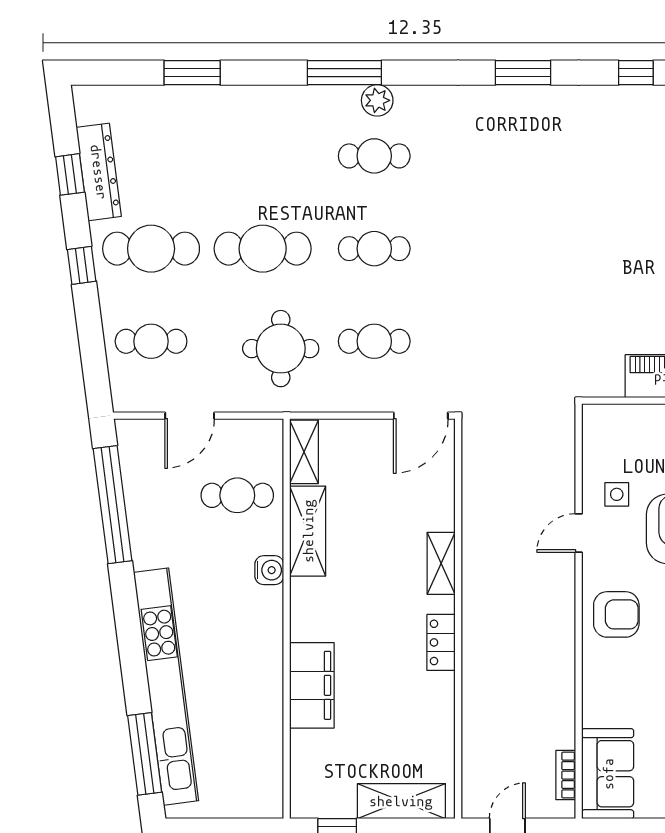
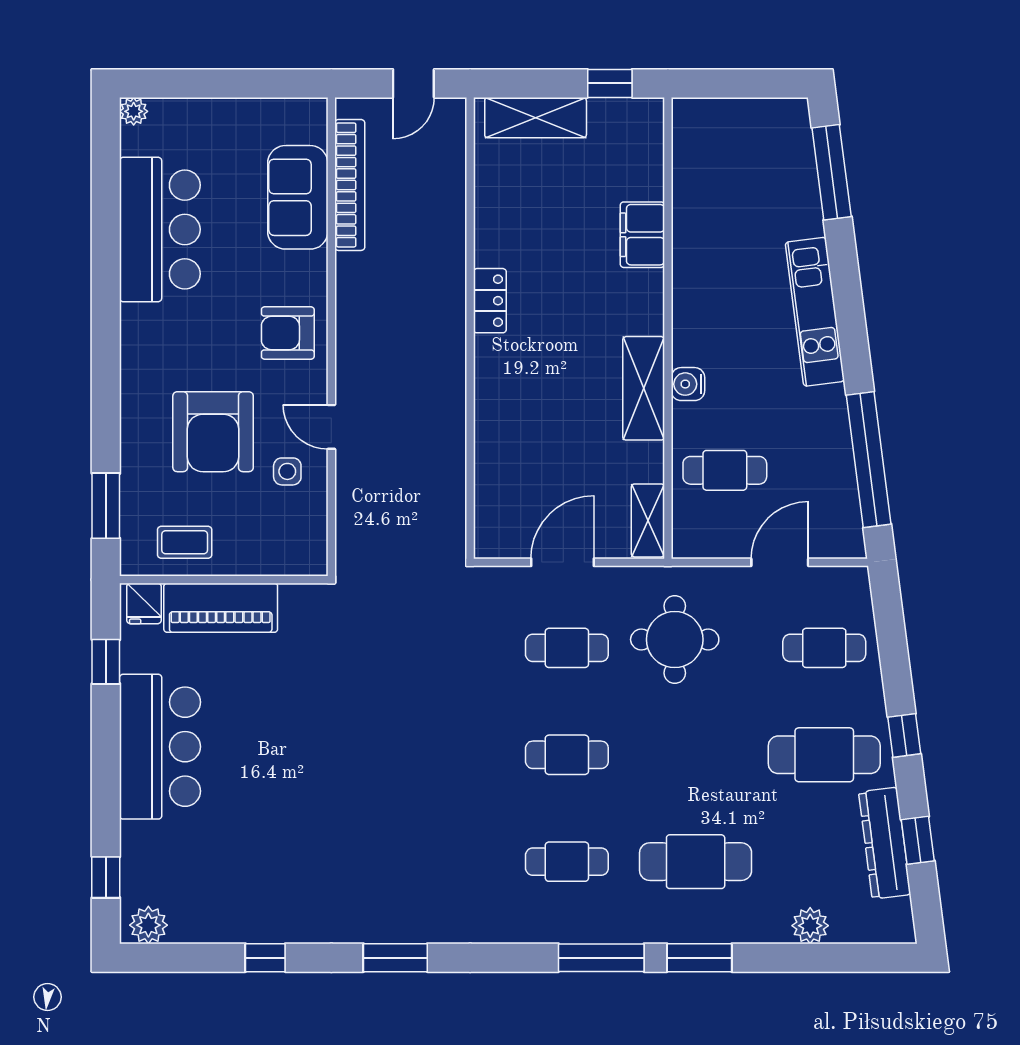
window: (192, 73) -> (699, 958), moved
plant: (377, 100) -> (810, 926), moved
cafe table: (263, 249) -> (696, 862), moved
door: (421, 416) -> (562, 562), moved
shelving: (308, 531) -> (644, 388), moved
door: (579, 533) -> (331, 427), swing flipped
shelving: (441, 563) -> (490, 392), removed
filing cabinet: (312, 685) -> (642, 235), width x0.67, depth x0.86
kitchen unit: (166, 687) -> (815, 312), width x0.54
sofa: (608, 774) -> (298, 197), moved
bookcase: (566, 775) -> (350, 185), width x2.31, depth x1.31

